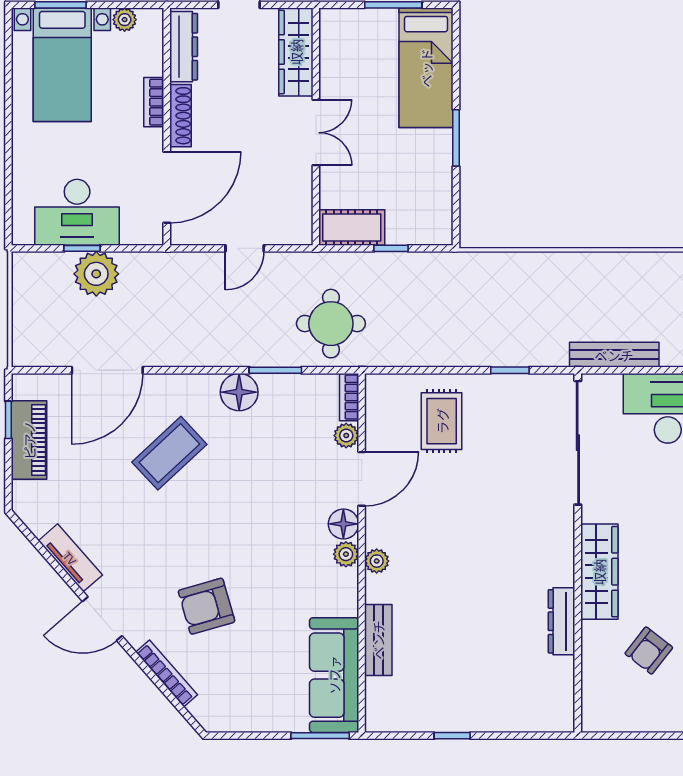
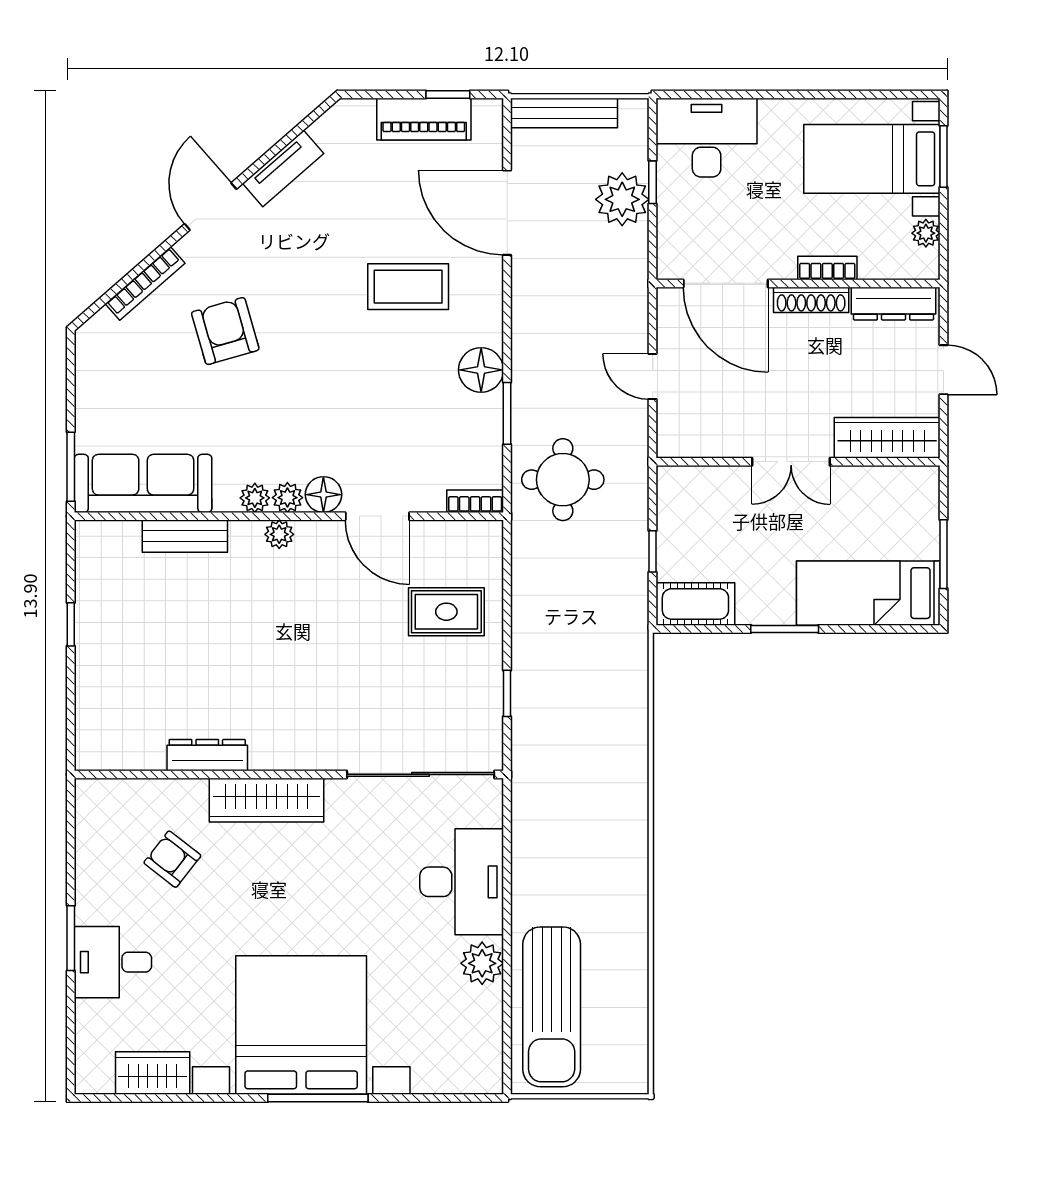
desk: (77, 212) -> (707, 138), moved, turned 90
cot: (352, 228) -> (695, 604), moved, turned 90
bench: (614, 355) -> (564, 113), moved, turned 90
plant: (346, 436) -> (255, 498), moved
coffee table: (169, 453) -> (408, 287), turned -47

